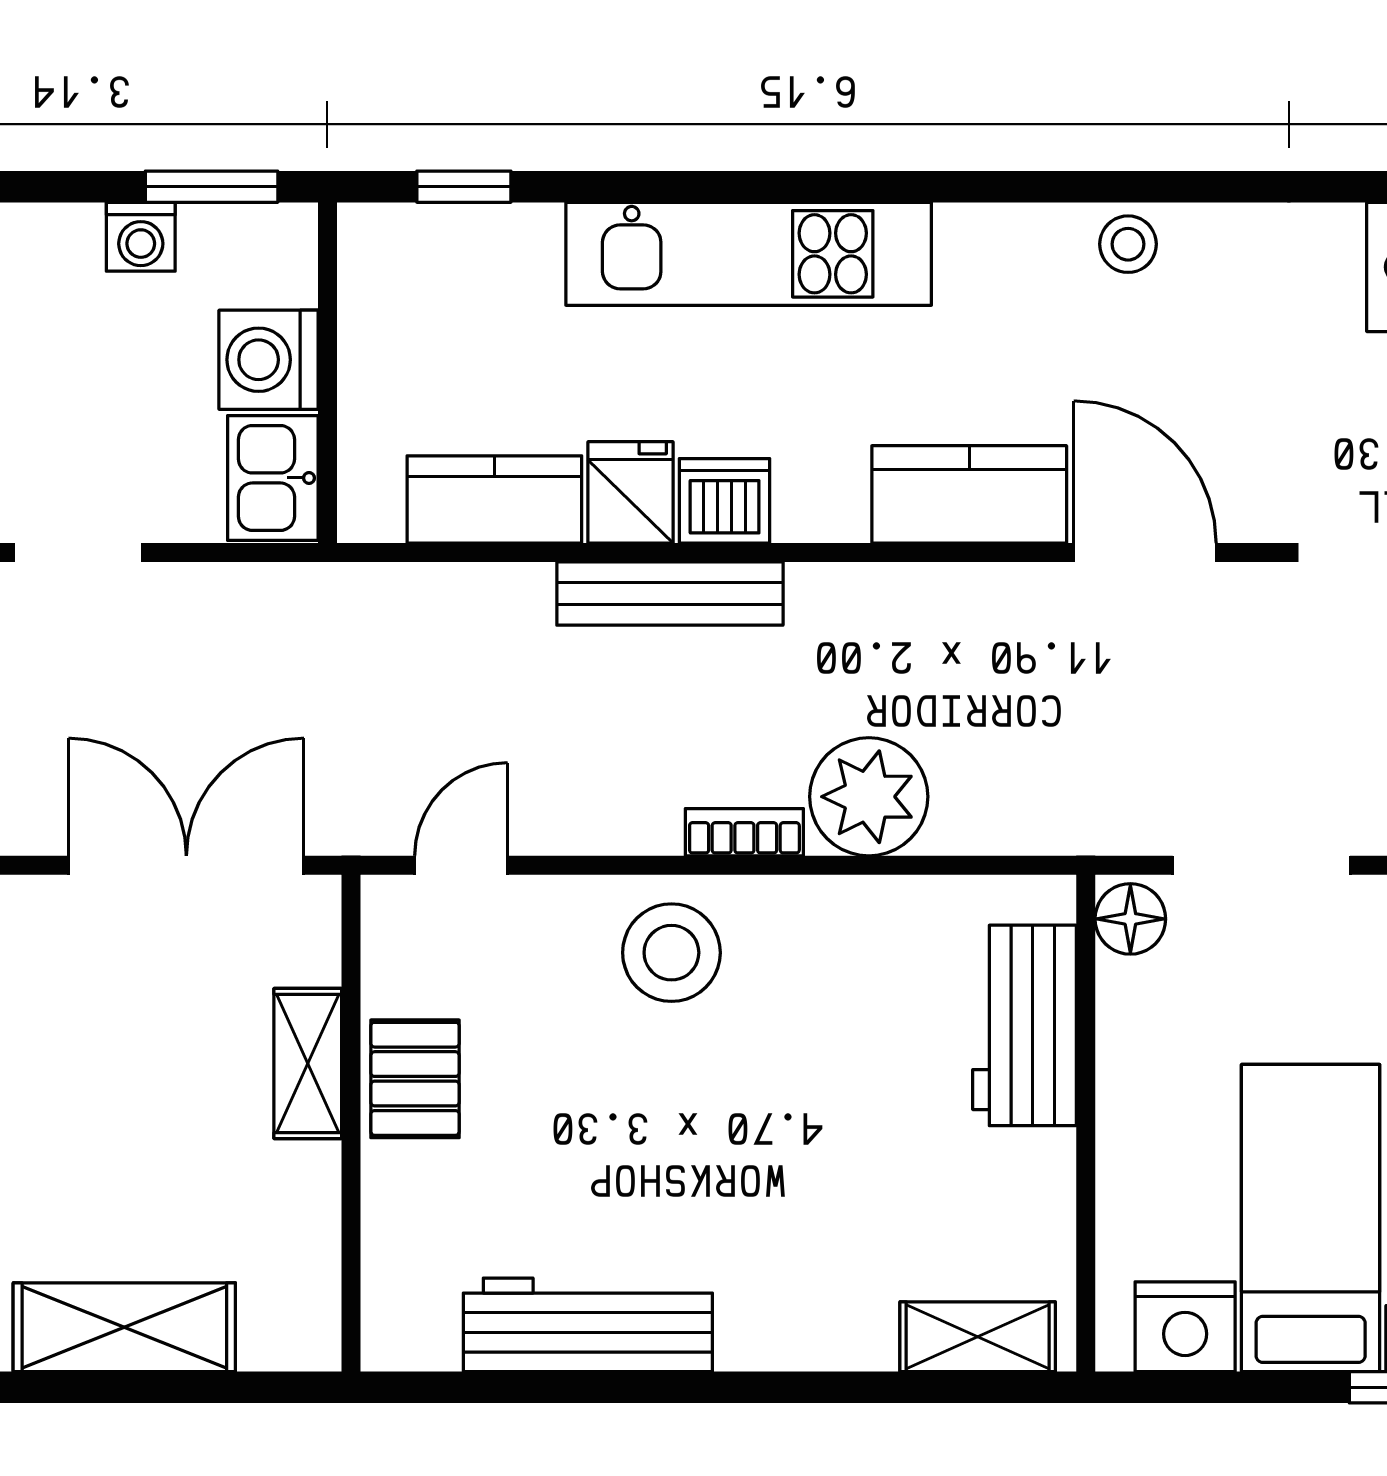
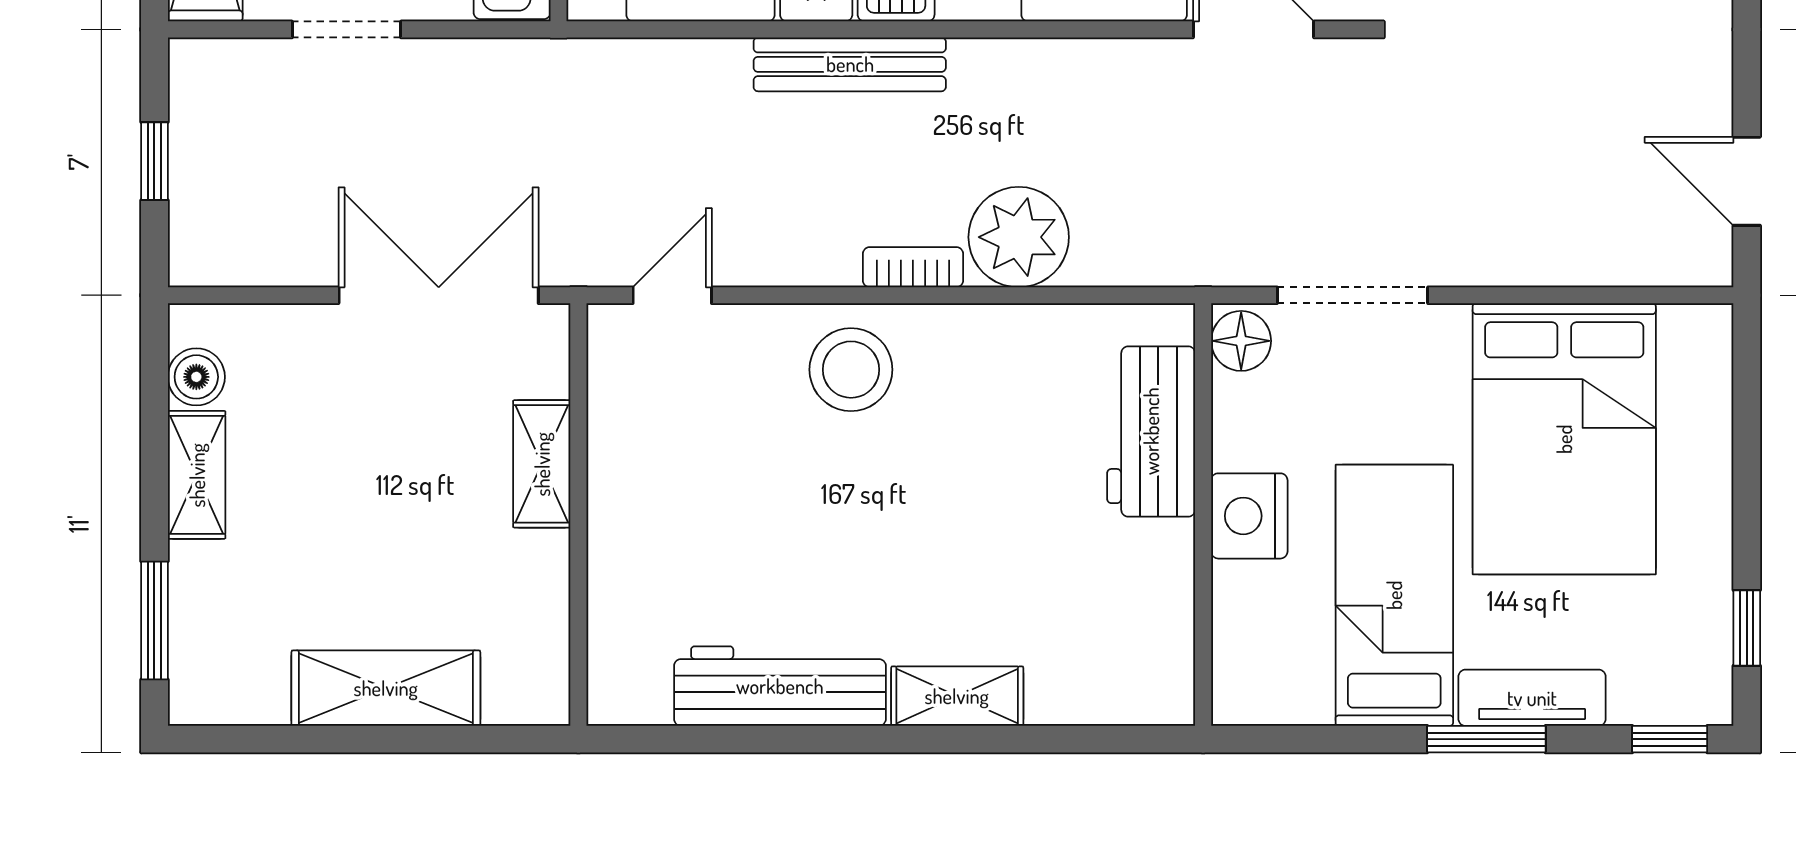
pallet: (415, 1079) -> (633, 477), removed
nightstand: (1185, 1327) -> (1249, 516), moved, turned 90
shelving: (978, 1337) -> (957, 696), moved

